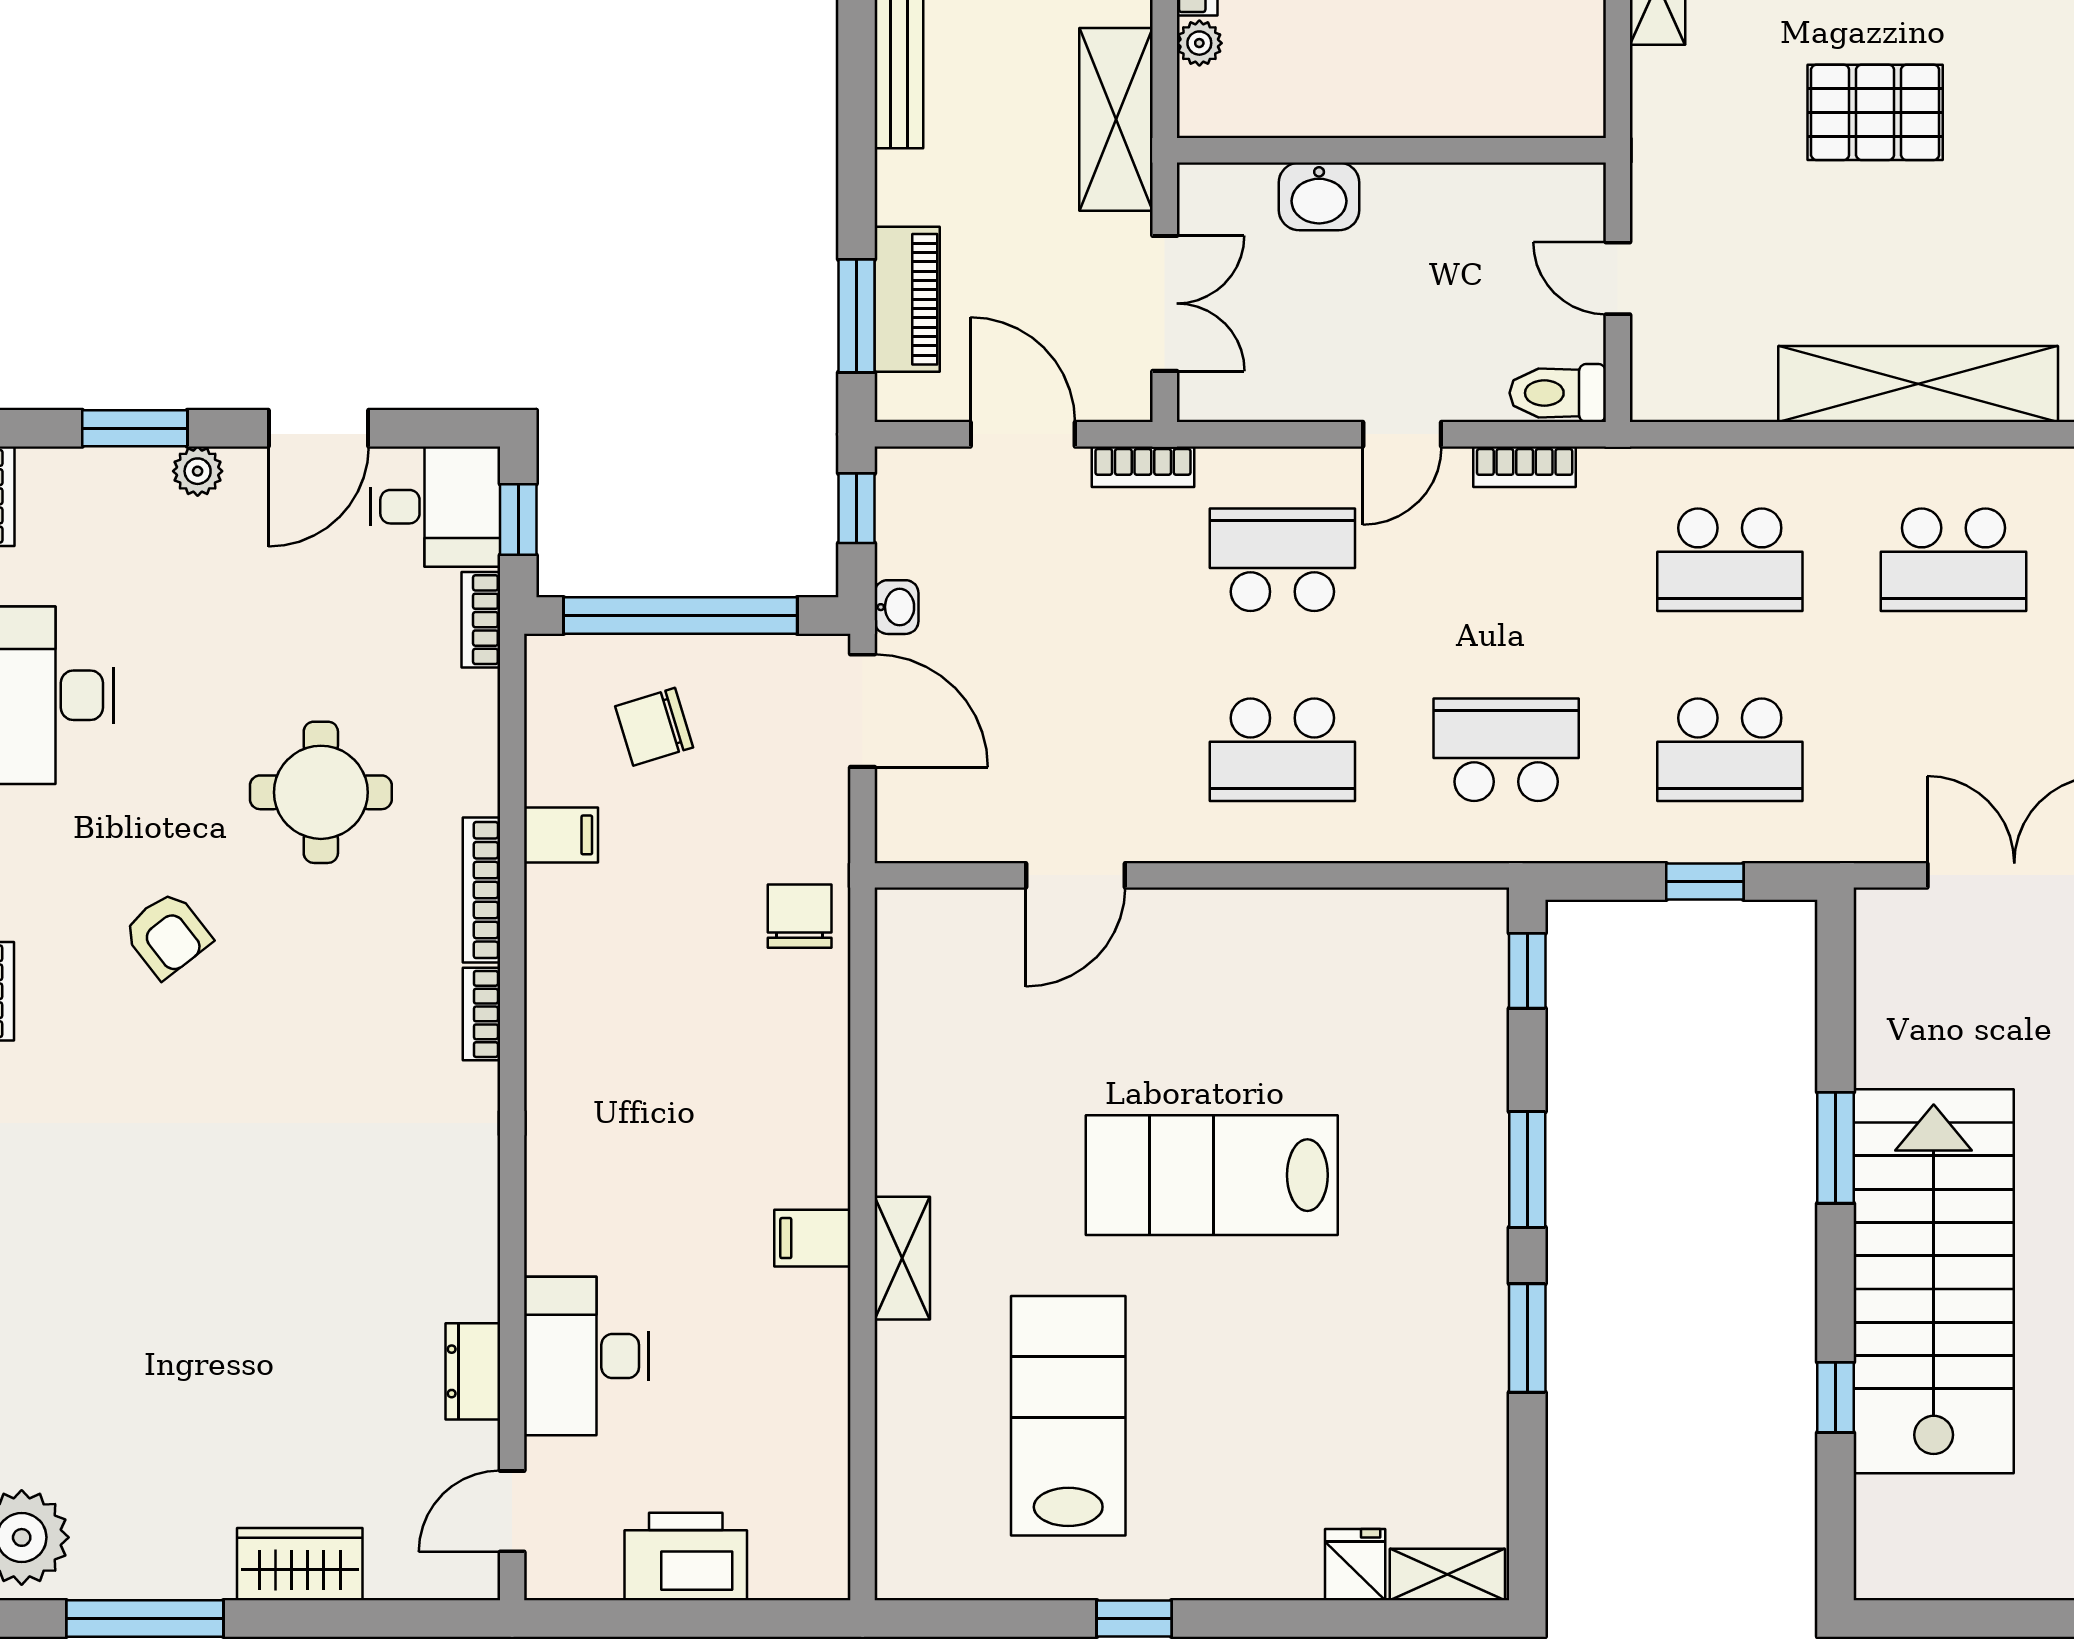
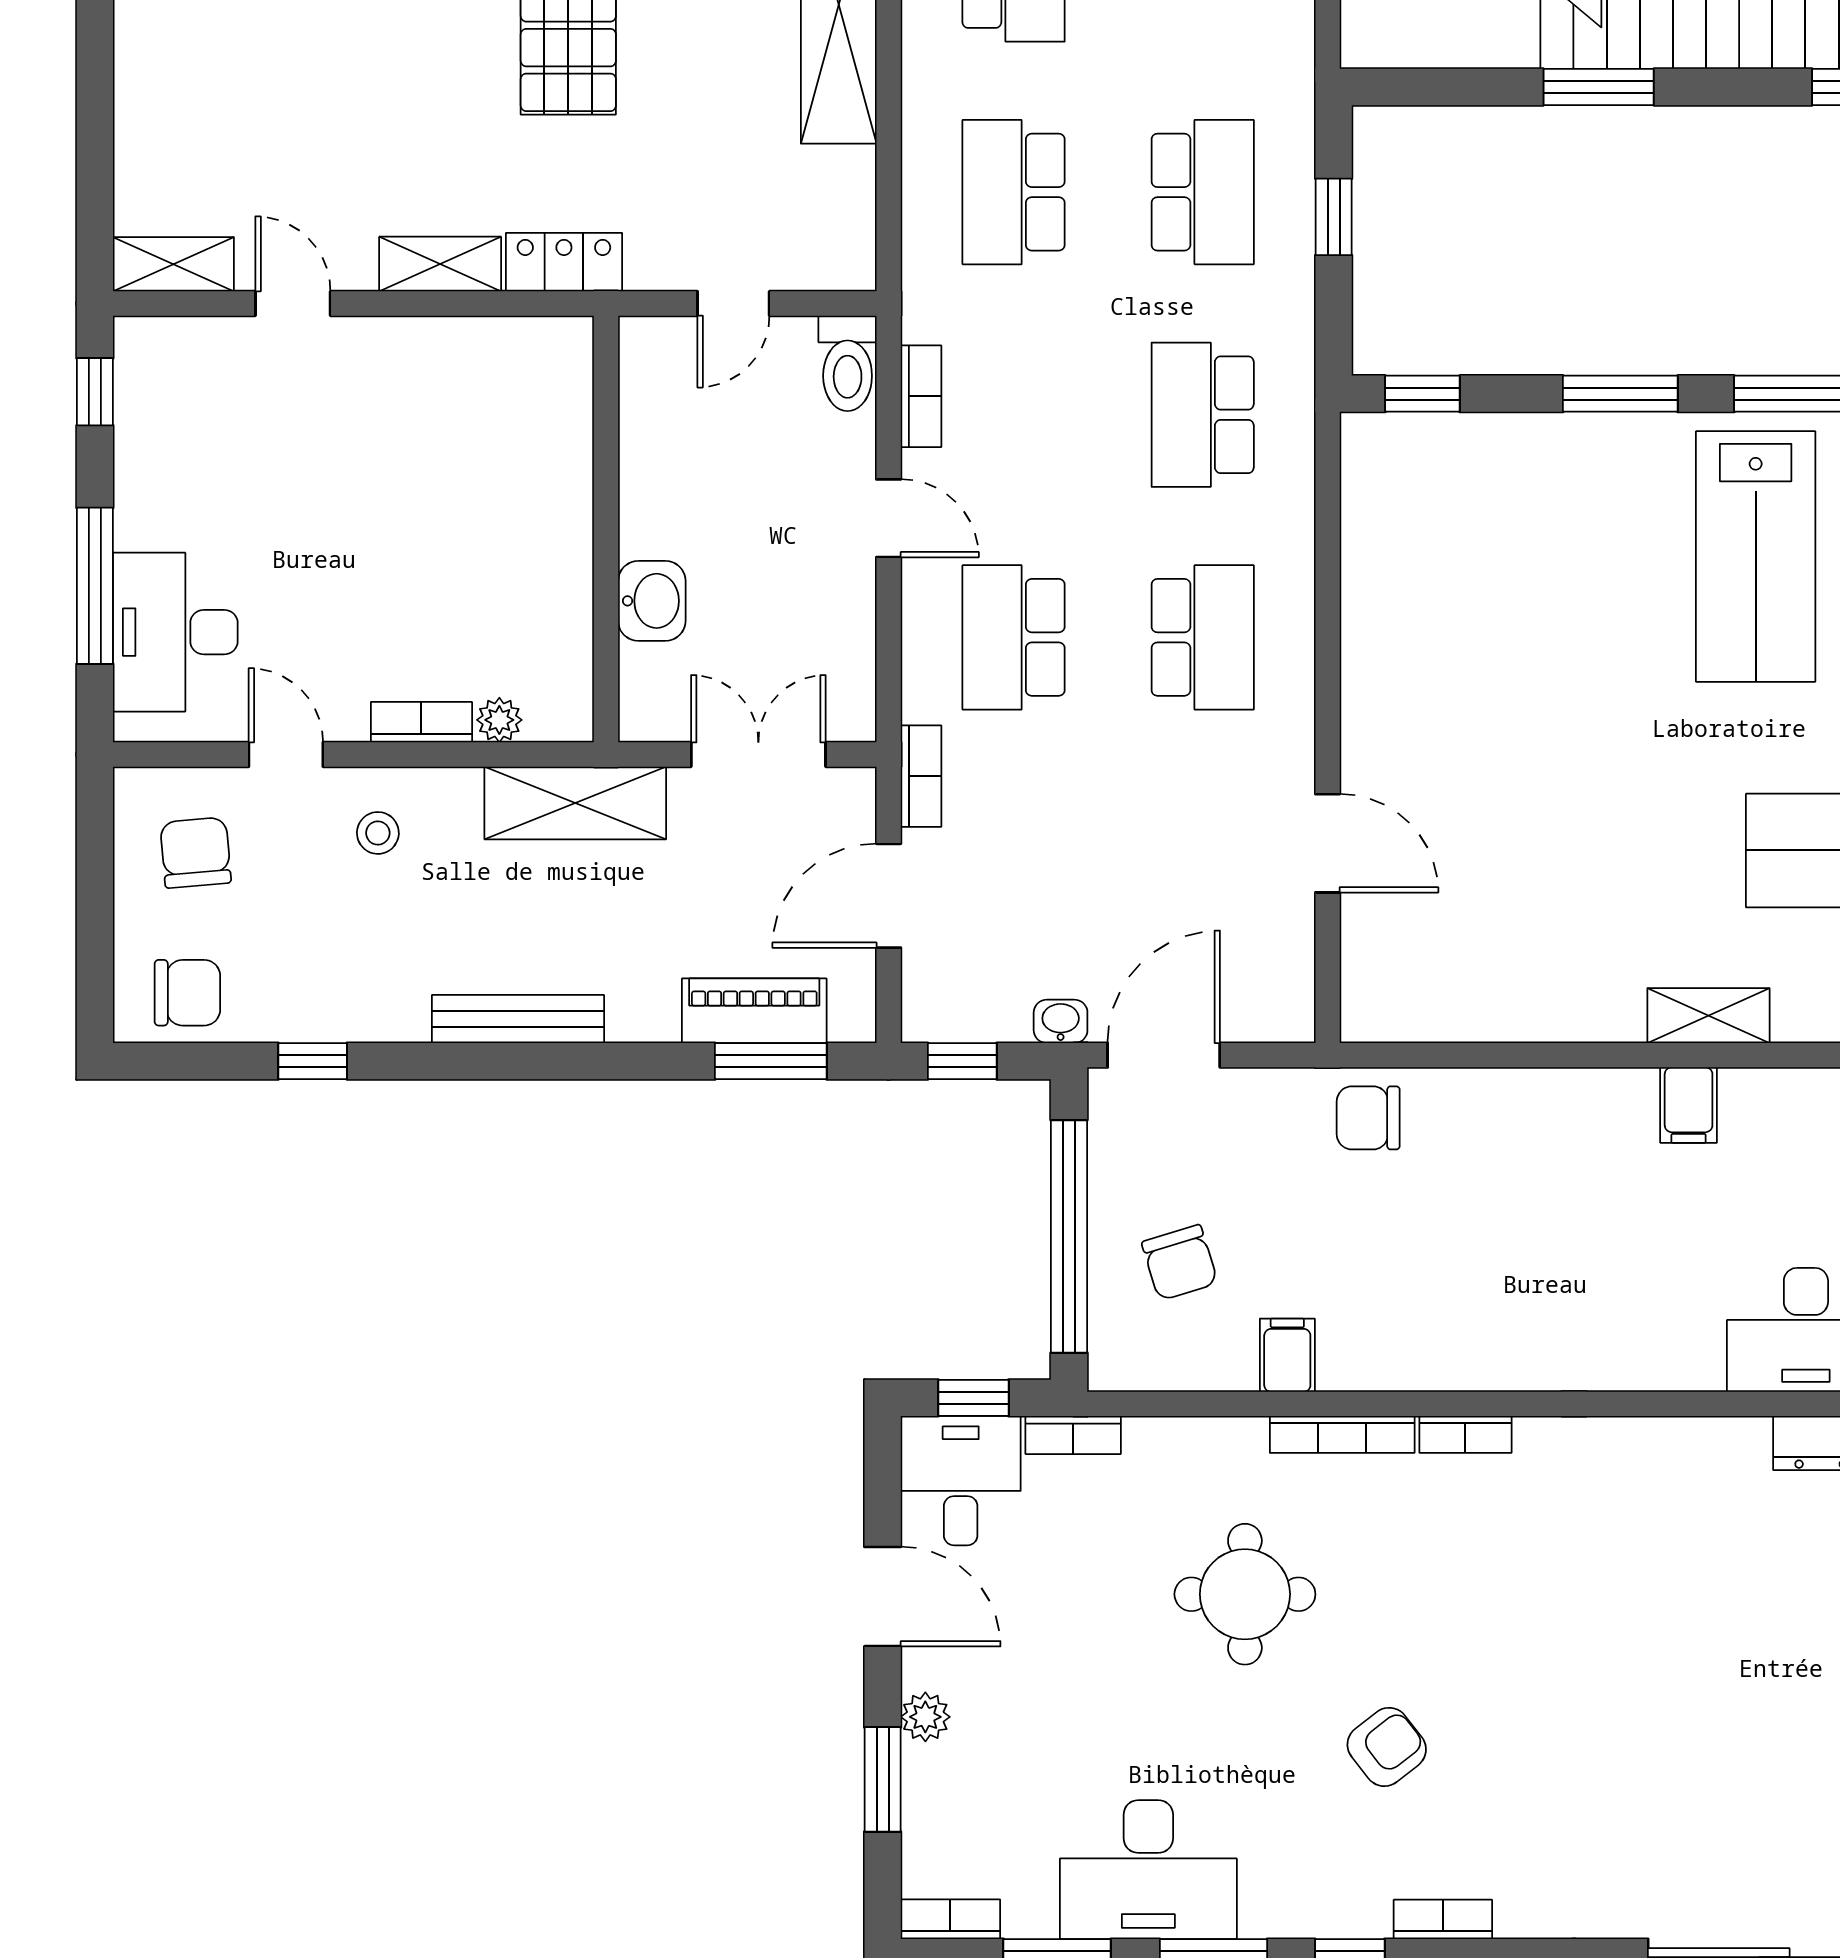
locker: (1659, 108) -> (564, 262), added
school desk: (1730, 560) -> (1014, 192), turned 180
lab bench: (1212, 1175) -> (1756, 557), moved

